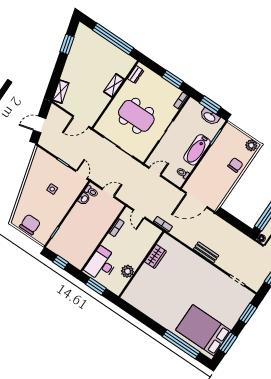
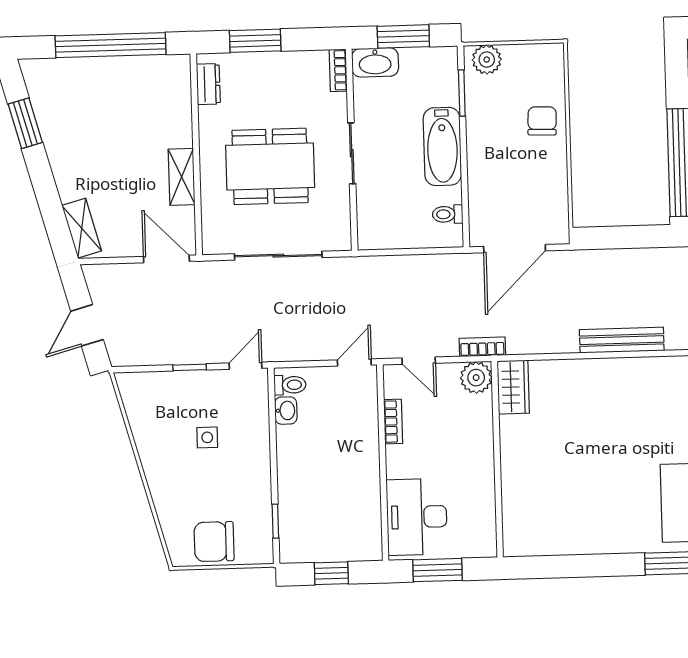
window: (173, 79) -> (255, 41), moved
shelving: (114, 85) -> (182, 177), moved
washbasin: (210, 117) -> (375, 62), moved
door: (81, 122) -> (166, 259), swing flipped
plant: (251, 145) -> (487, 60), moved
door: (155, 172) -> (389, 252), removed
door: (82, 175) -> (246, 366), hinge flipped
door: (108, 193) -> (354, 362), moved
chair: (30, 224) -> (214, 542), turned -90
bench: (206, 252) -> (622, 340), width x1.36
wardrobe: (155, 256) -> (513, 387), moved
plant: (127, 271) -> (476, 378), moved

